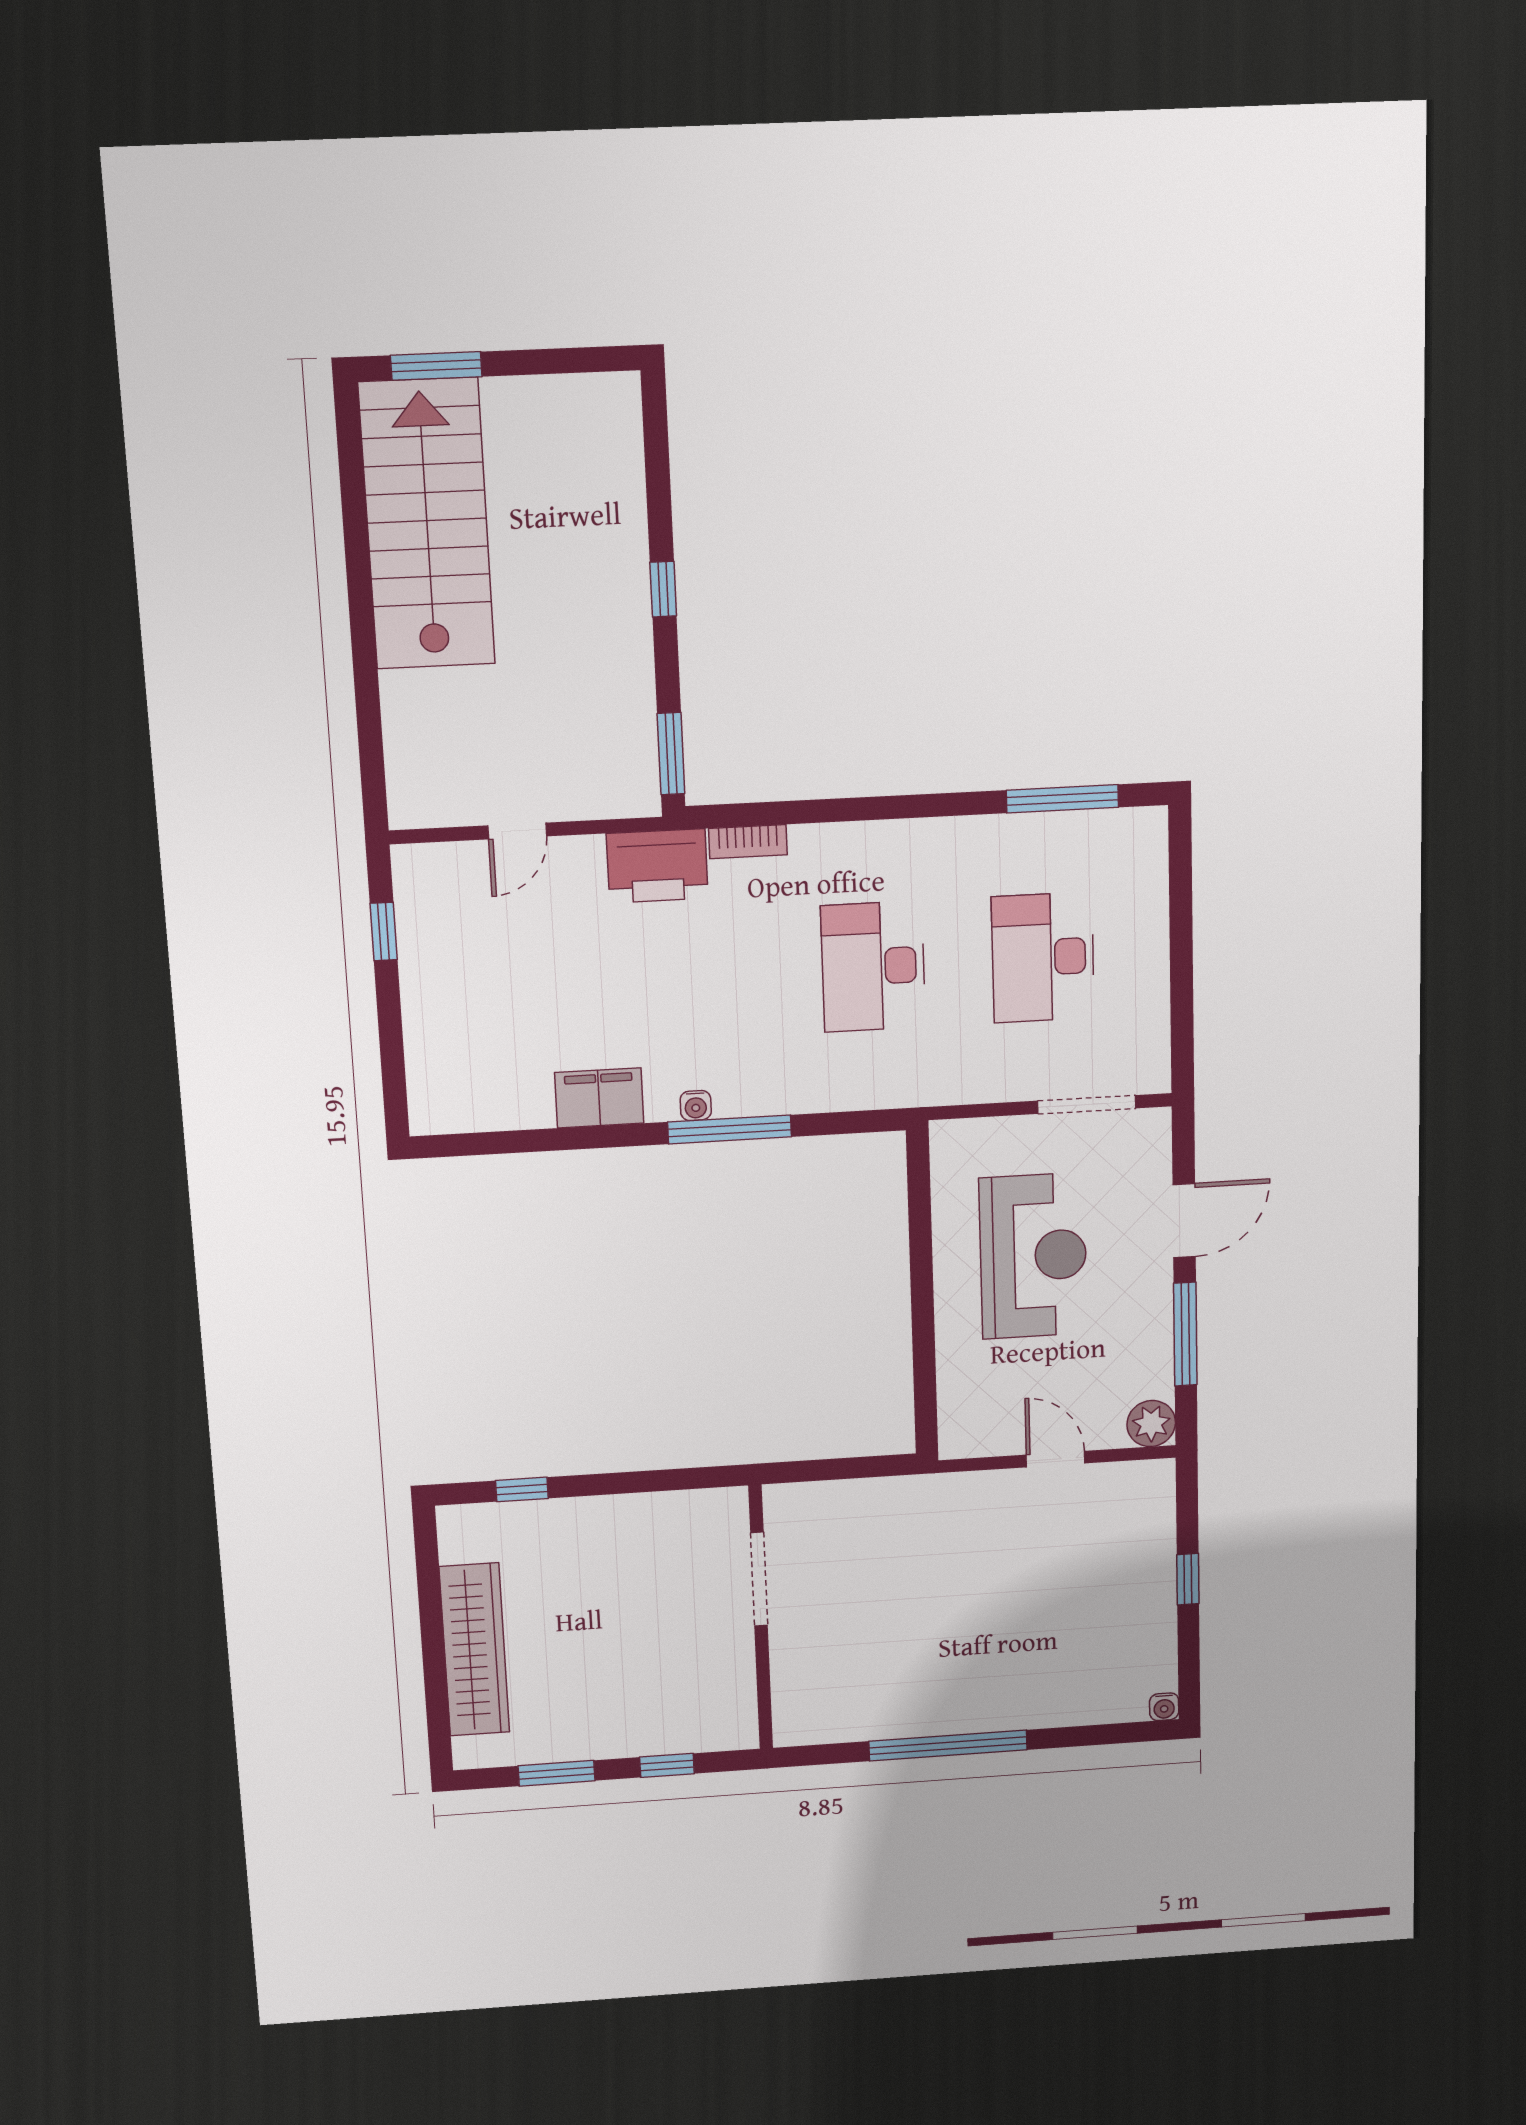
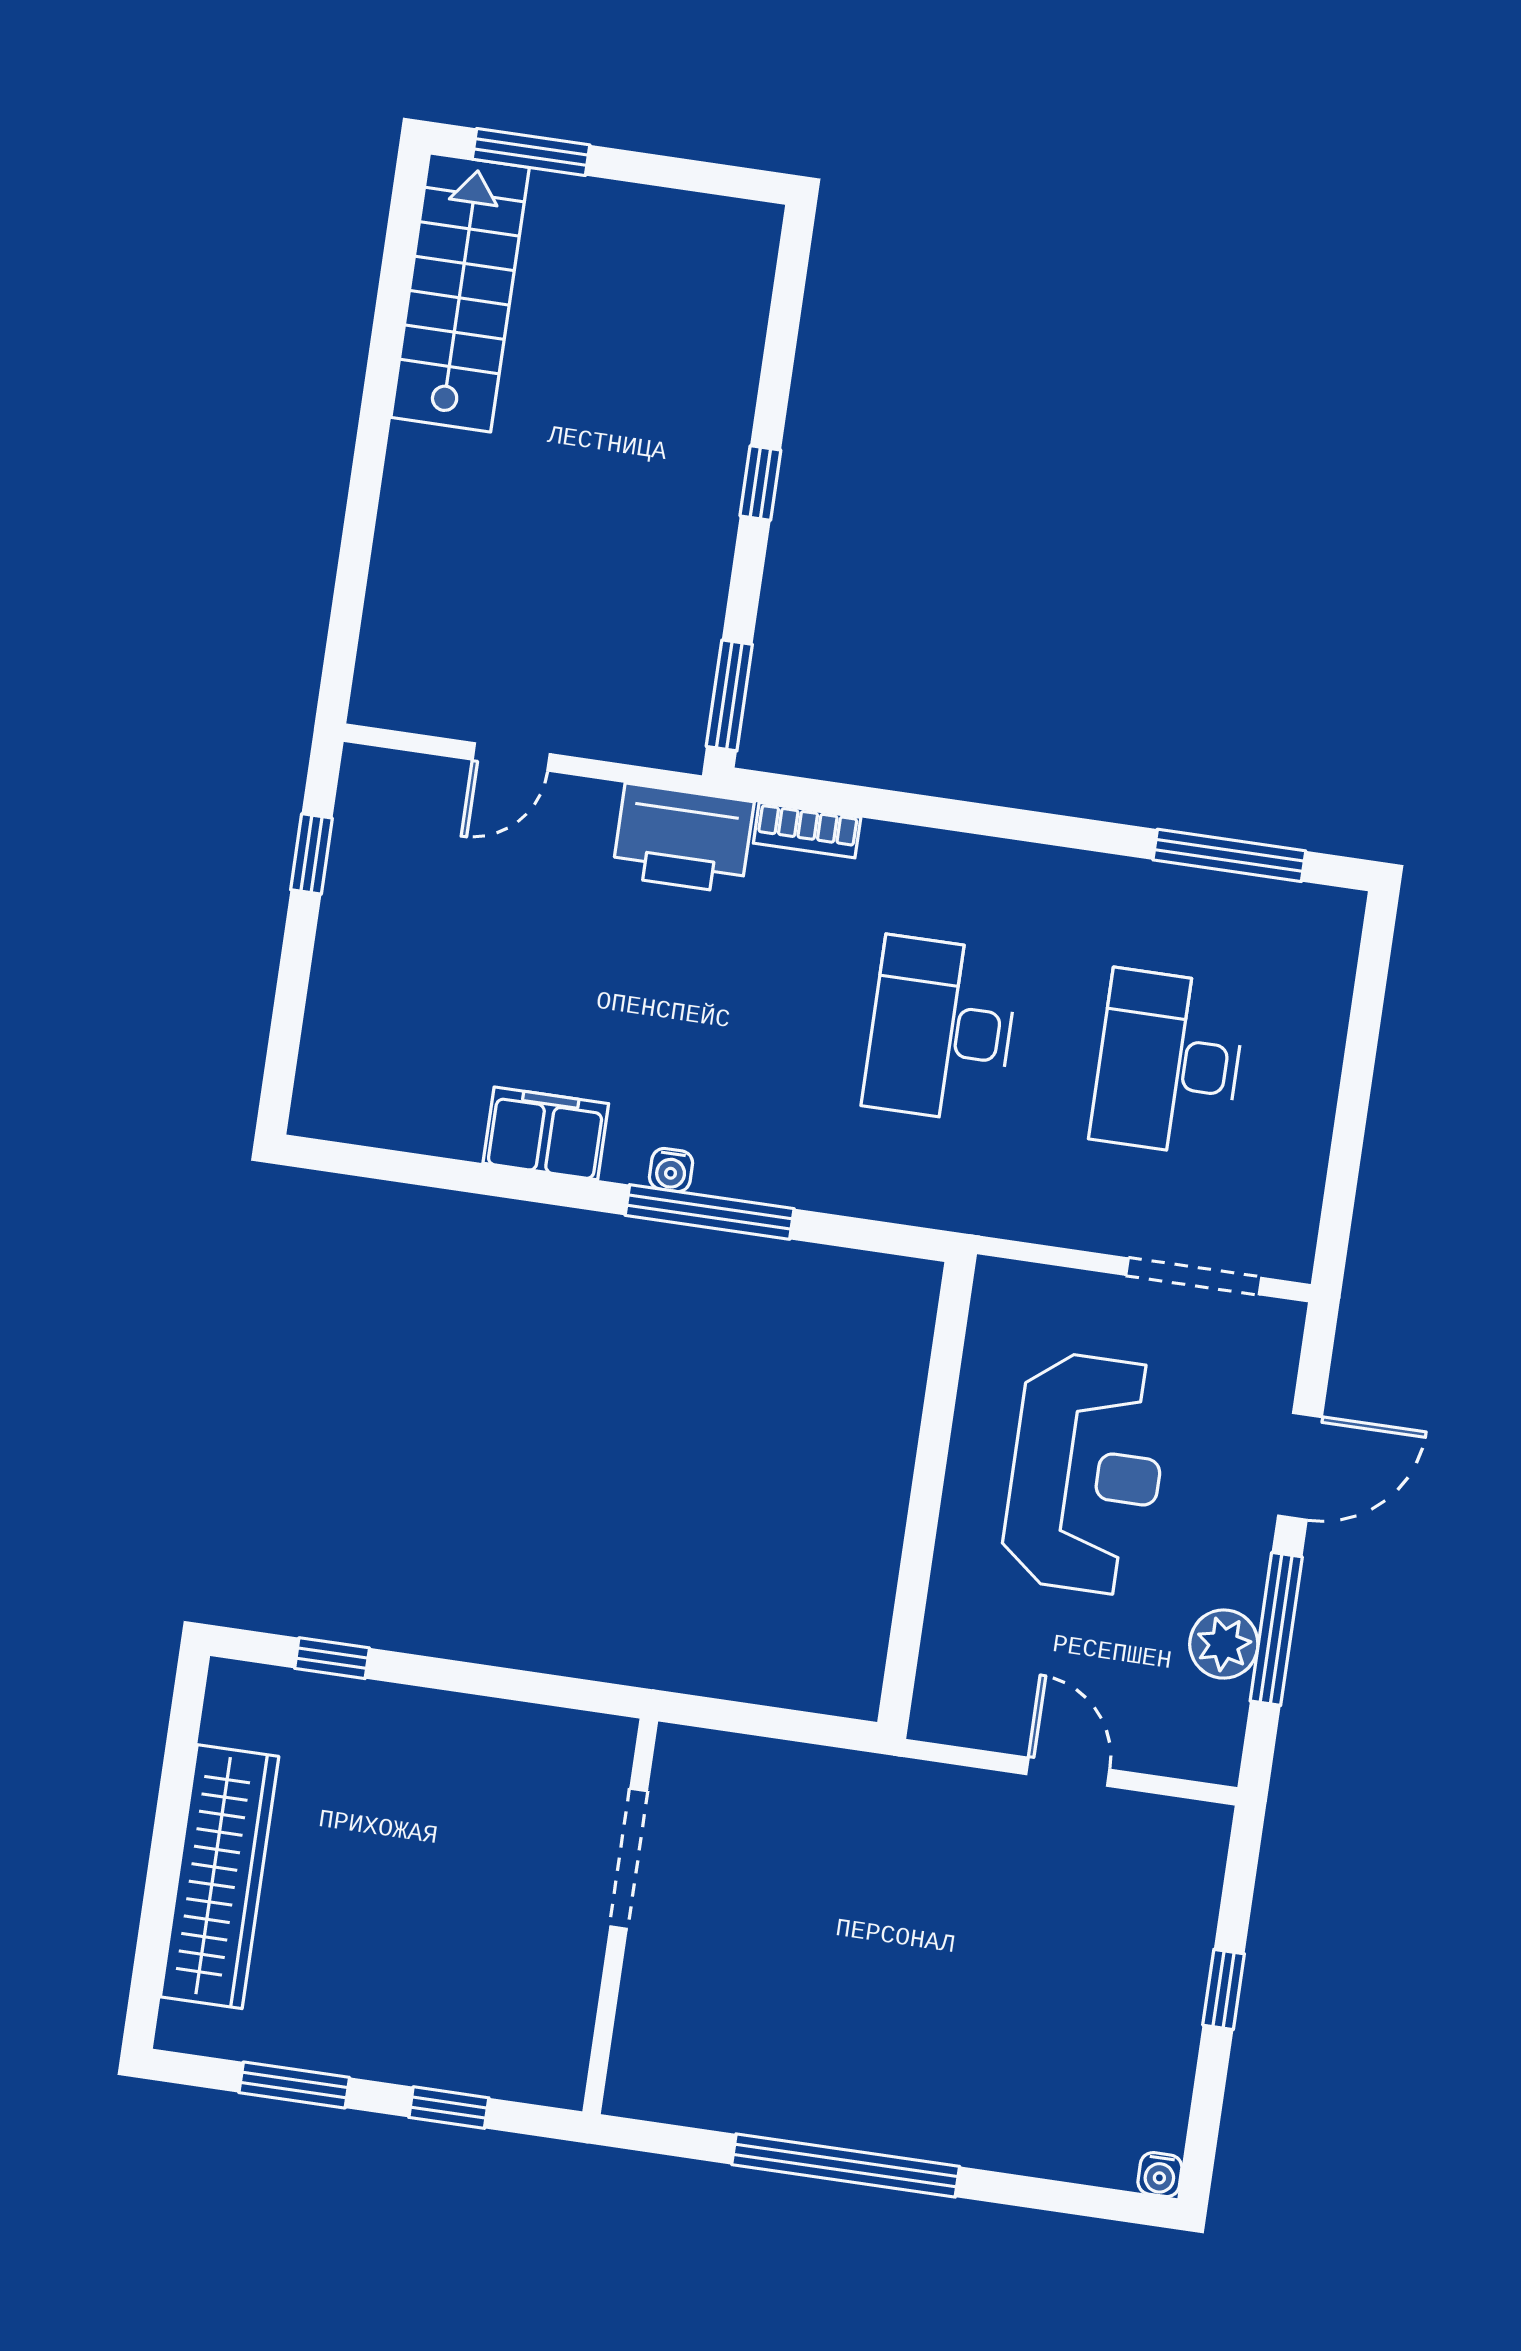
stairs: (427, 524) -> (460, 292), width x0.73, depth x0.66
plant: (1151, 1424) -> (1224, 1644), moved

